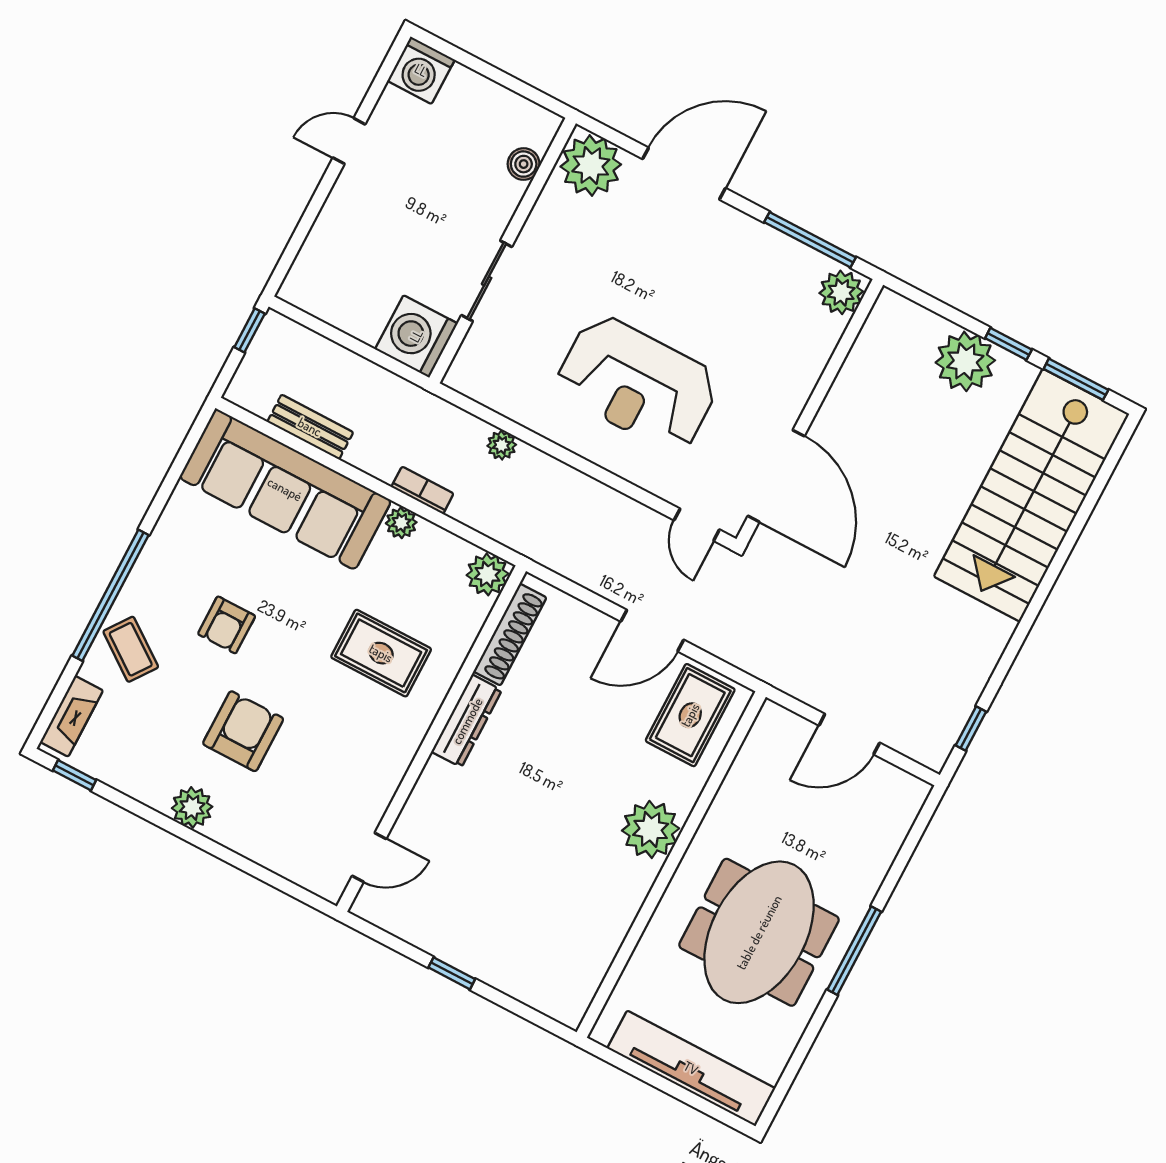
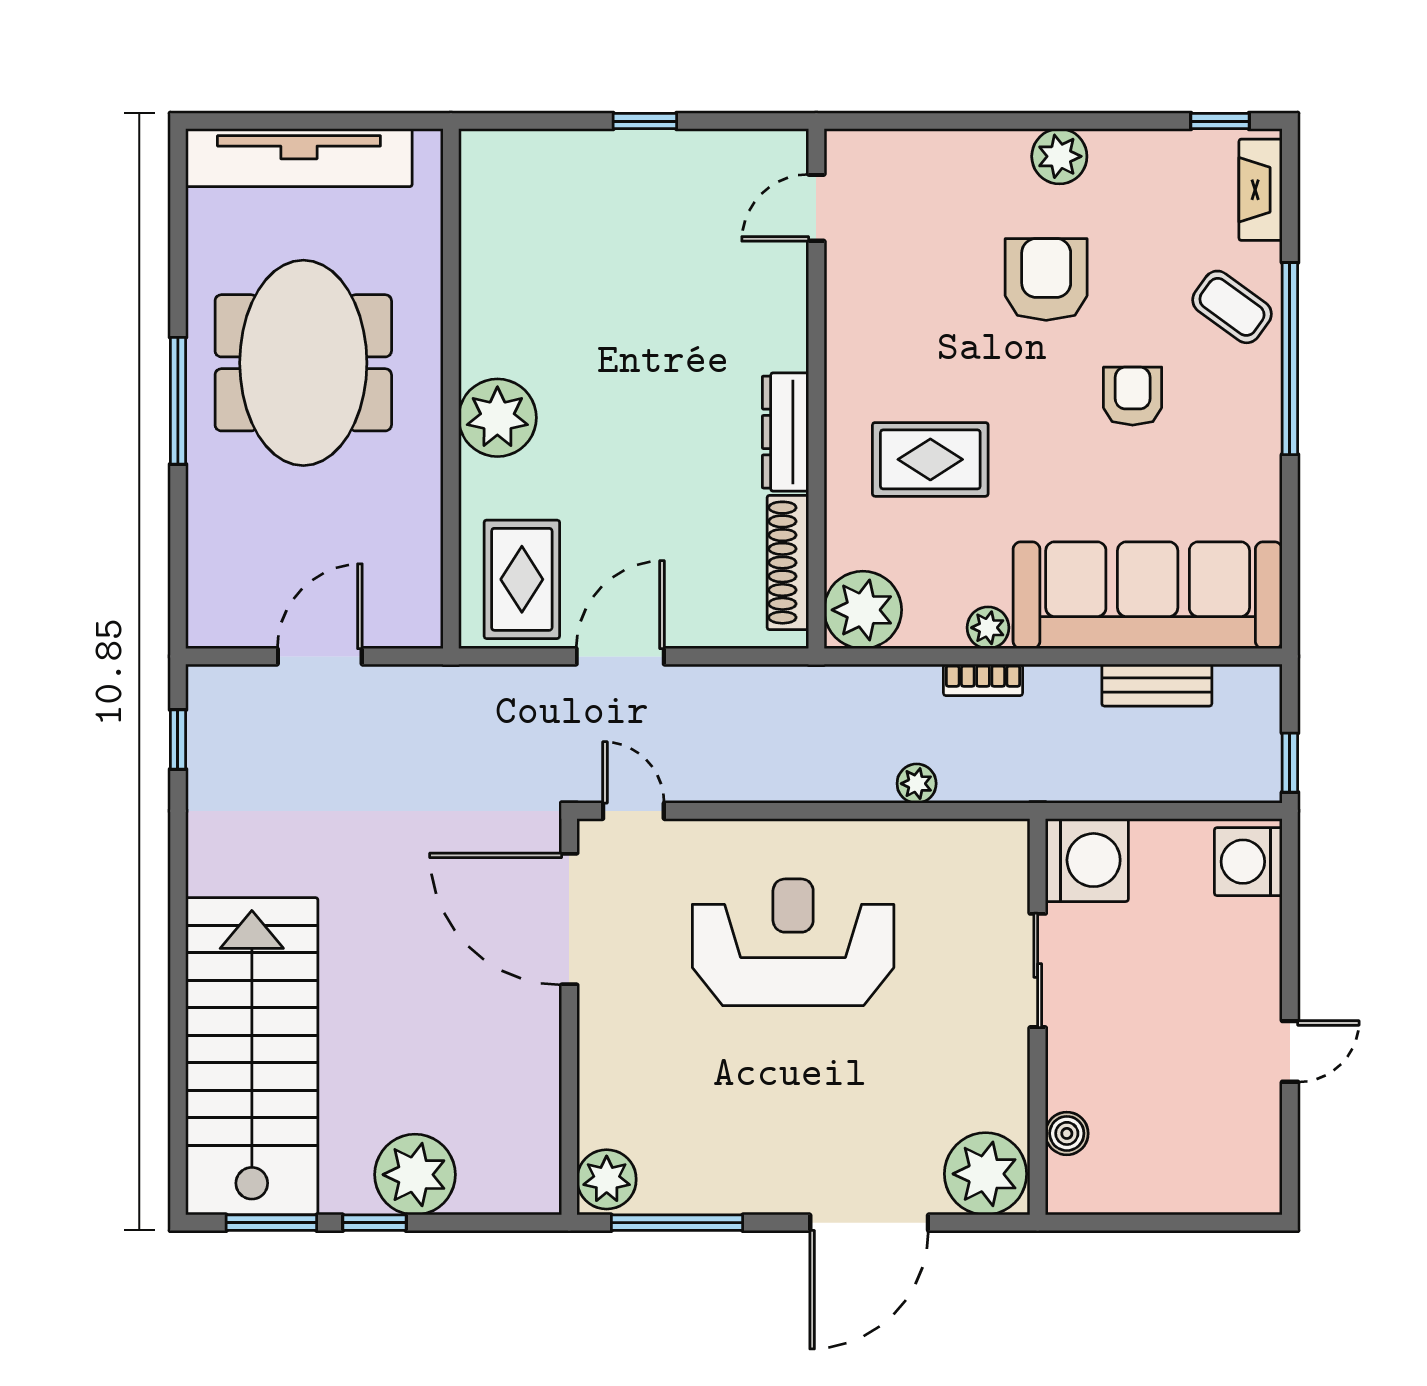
washing machine: (421, 70) -> (1248, 862), moved, turned -90
plant: (487, 574) -> (863, 610), width x1.36, depth x1.36
armchair: (243, 731) -> (1046, 279), turned 180

